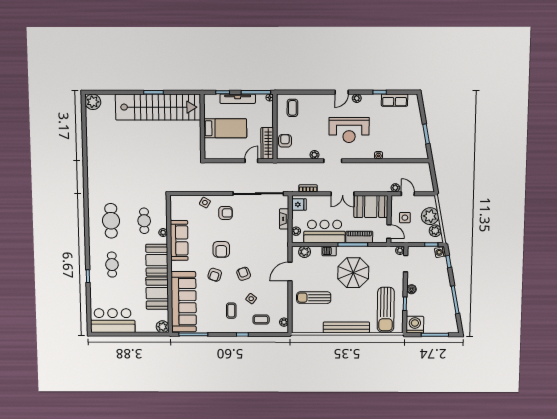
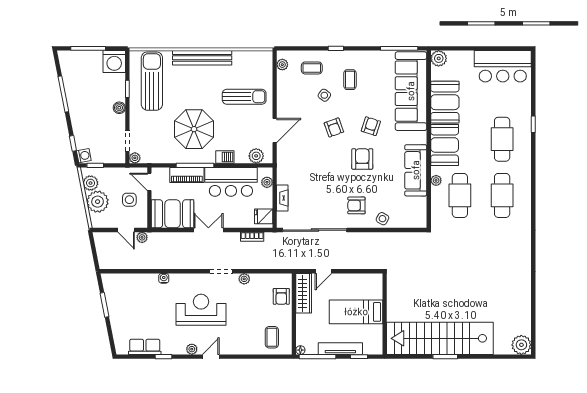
cafe table: (144, 221) -> (460, 195), width x1.37, depth x1.35
cafe table: (112, 265) -> (502, 139), width x1.37, depth x1.35

